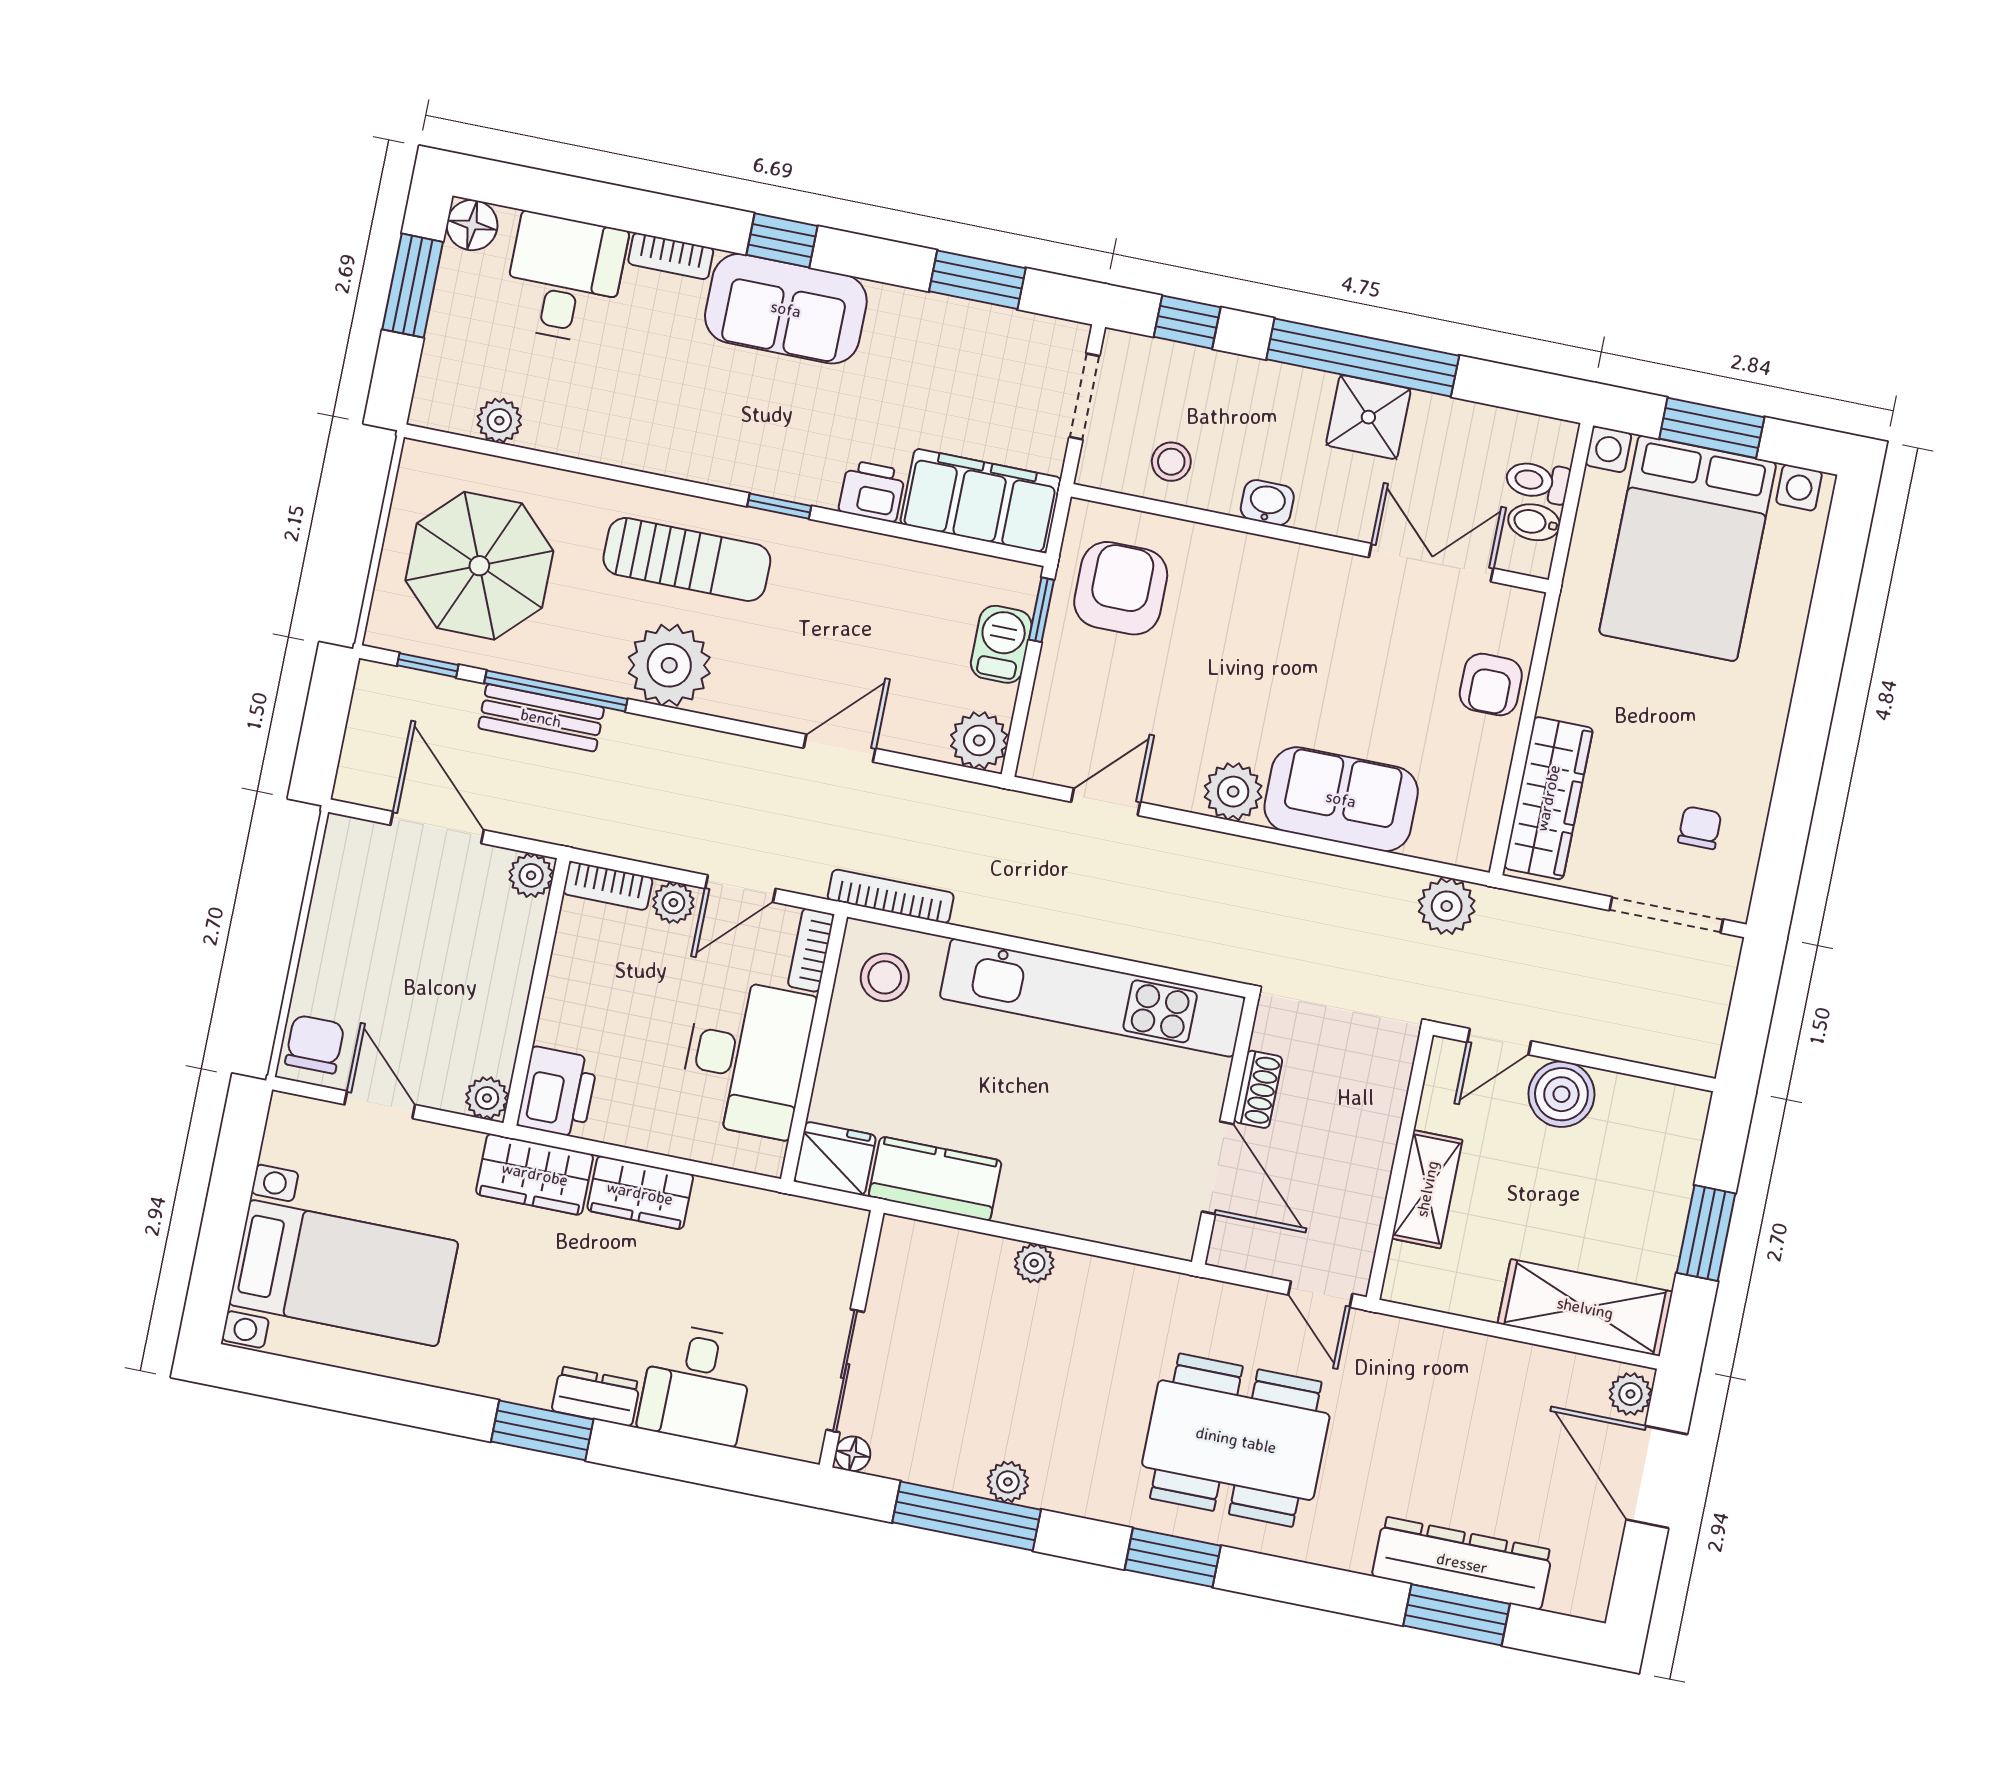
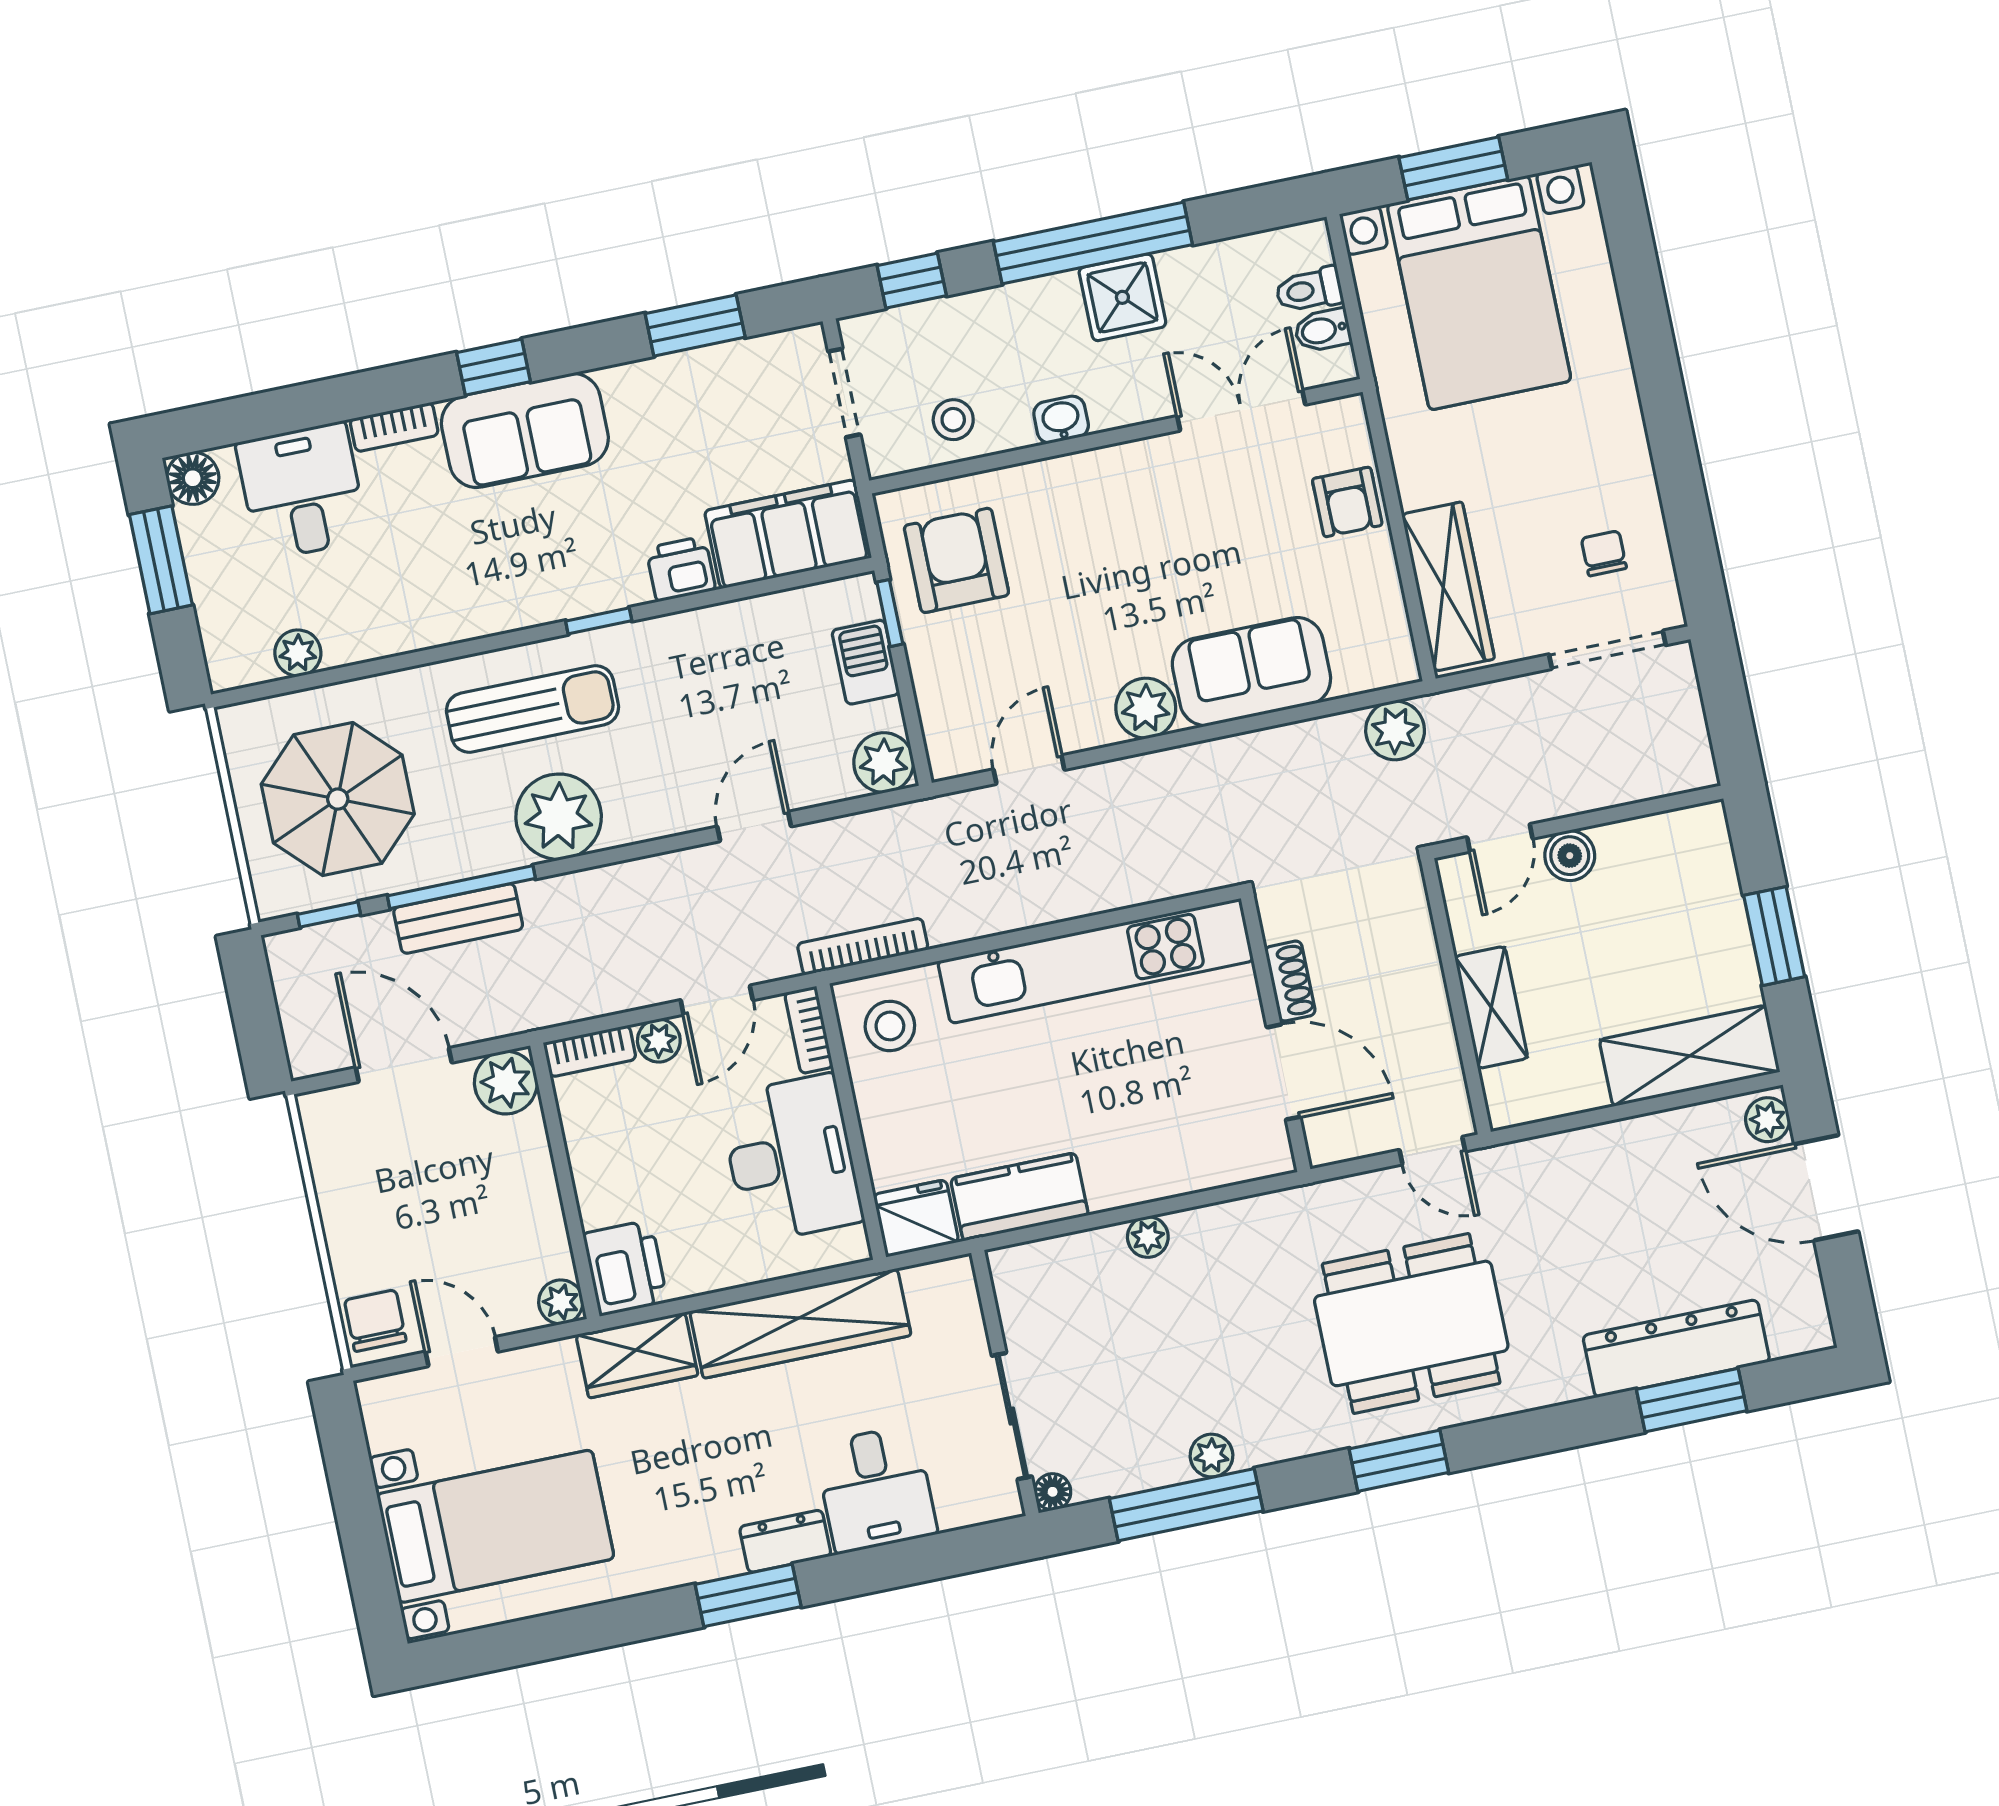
plant: (531, 875) -> (506, 1083), width x1.38, depth x1.38
boiler: (1561, 1094) -> (1570, 856), width x0.73, depth x0.73
wardrobe: (640, 1193) -> (800, 1323), width x2.10, depth x1.17

